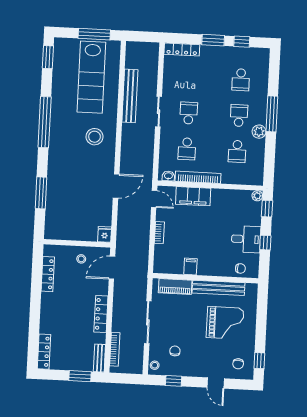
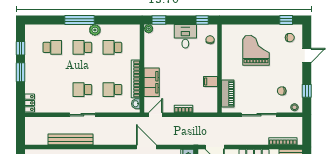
locker: (182, 50) -> (30, 103), width x0.66
school desk: (187, 149) -> (112, 90), turned 180
school desk: (237, 151) -> (112, 47), turned 180
window: (265, 243) -> (202, 20), moved
bench: (218, 288) -> (227, 57), removed

